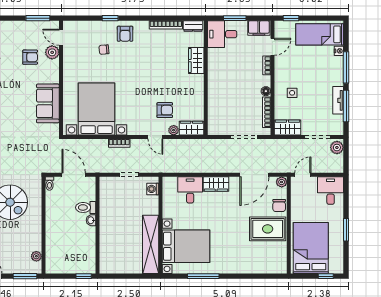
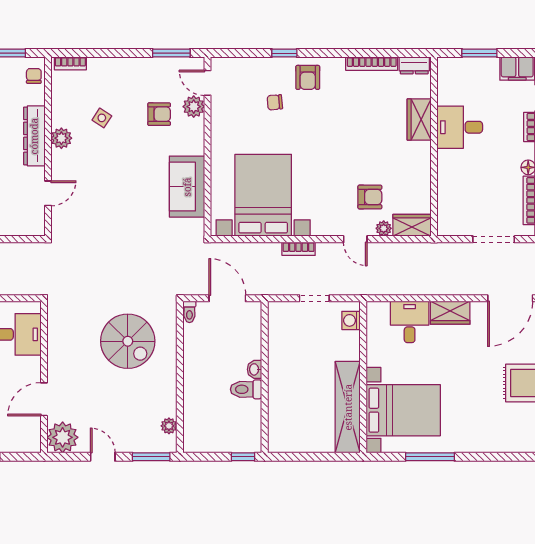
desk: (222, 34) -> (460, 127), moved
toilet: (86, 207) -> (246, 389), moved

